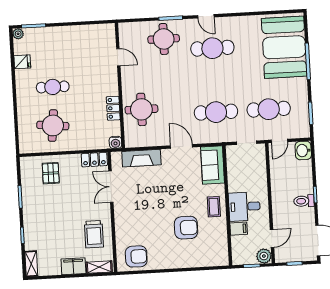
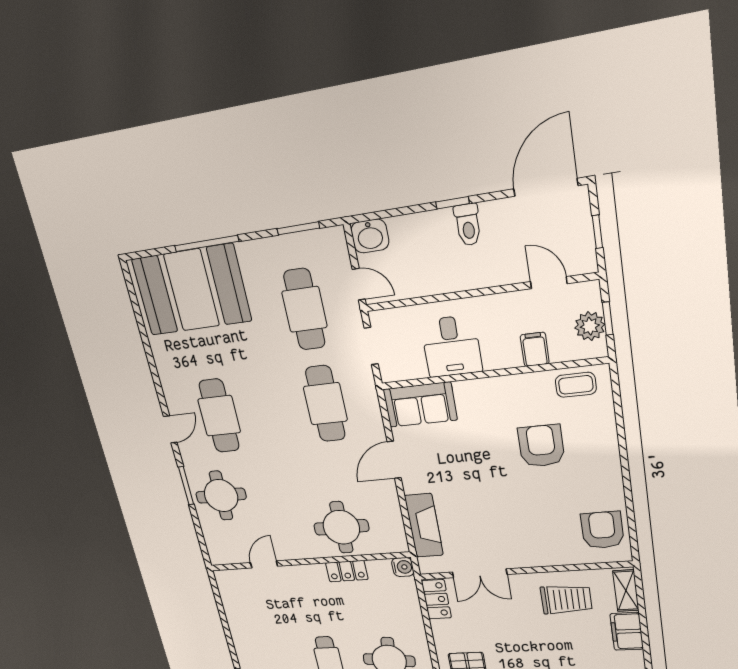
coffee table: (214, 207) -> (576, 385), moved
desk: (244, 207) -> (451, 346), moved
plant: (264, 256) -> (590, 326), moved

